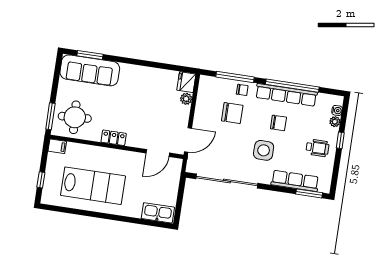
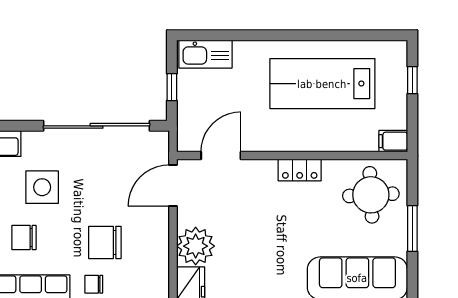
plant: (186, 99) -> (196, 246), width x1.88, depth x1.88
window: (50, 116) -> (412, 229), moved
window: (180, 197) -> (172, 87), added

